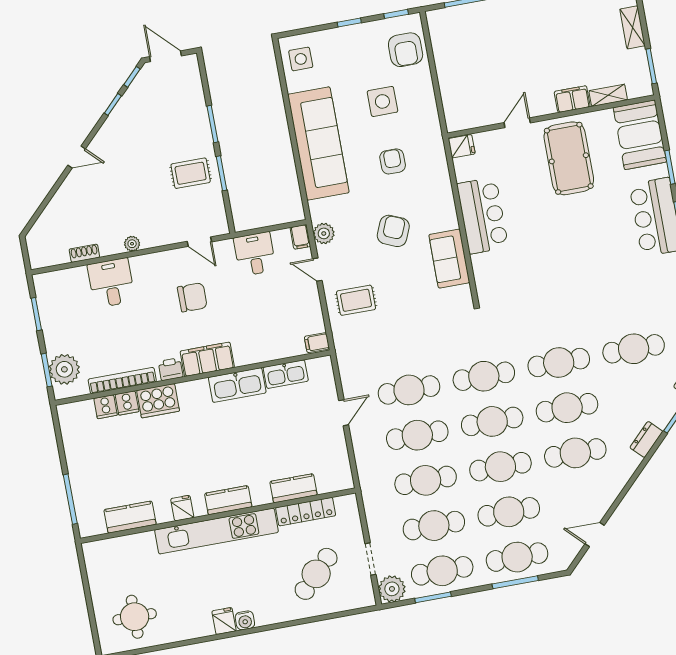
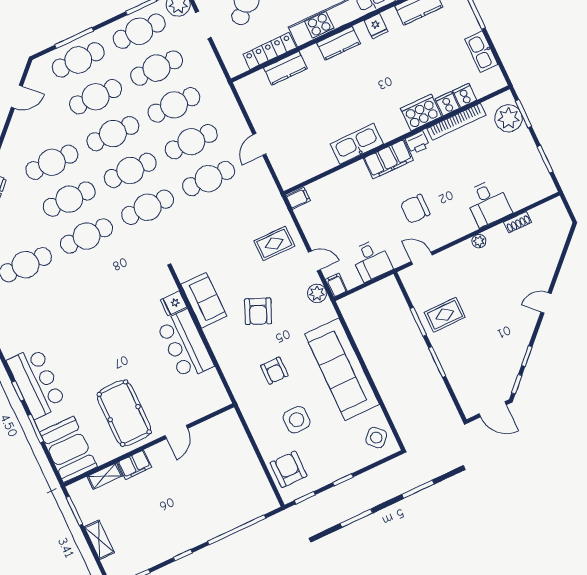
side table: (301, 59) -> (376, 438), turned 45
fridge: (462, 146) -> (174, 303), moved
kitchen sink: (286, 374) -> (481, 52), moved, turned -90

